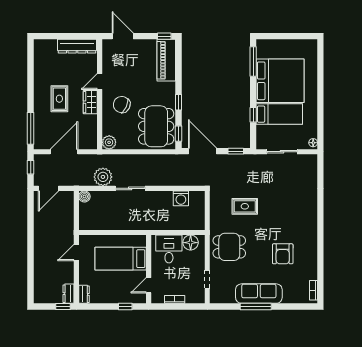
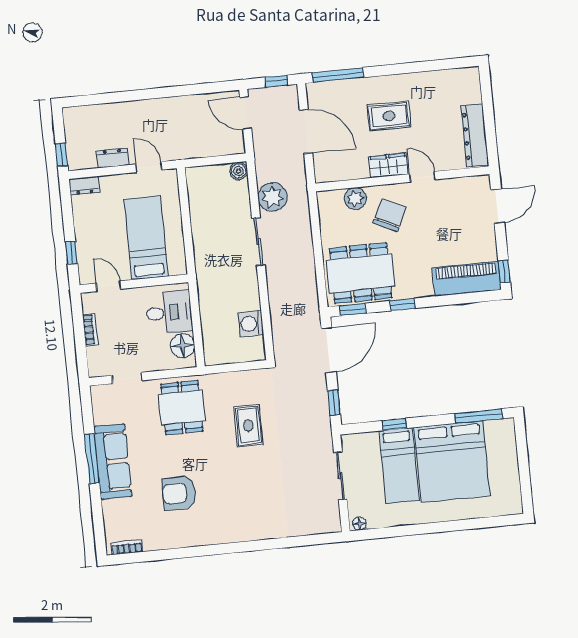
plant: (109, 142) -> (355, 198), moved
dresser: (68, 294) -> (113, 158), moved

